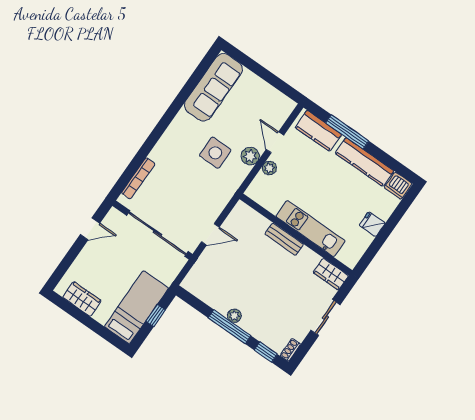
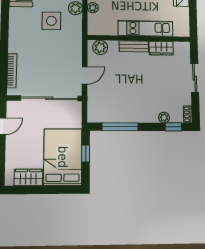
plant: (247, 216) -> (100, 47), added
wardrobe: (331, 274) -> (161, 48), moved
bed: (136, 307) -> (63, 157), width x1.50
plant: (234, 316) -> (164, 117), moved
window: (230, 327) -> (120, 127), moved

